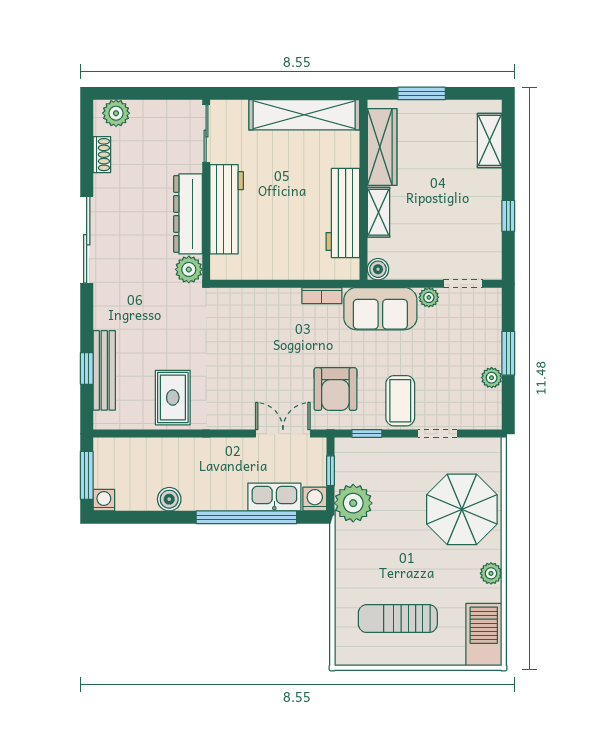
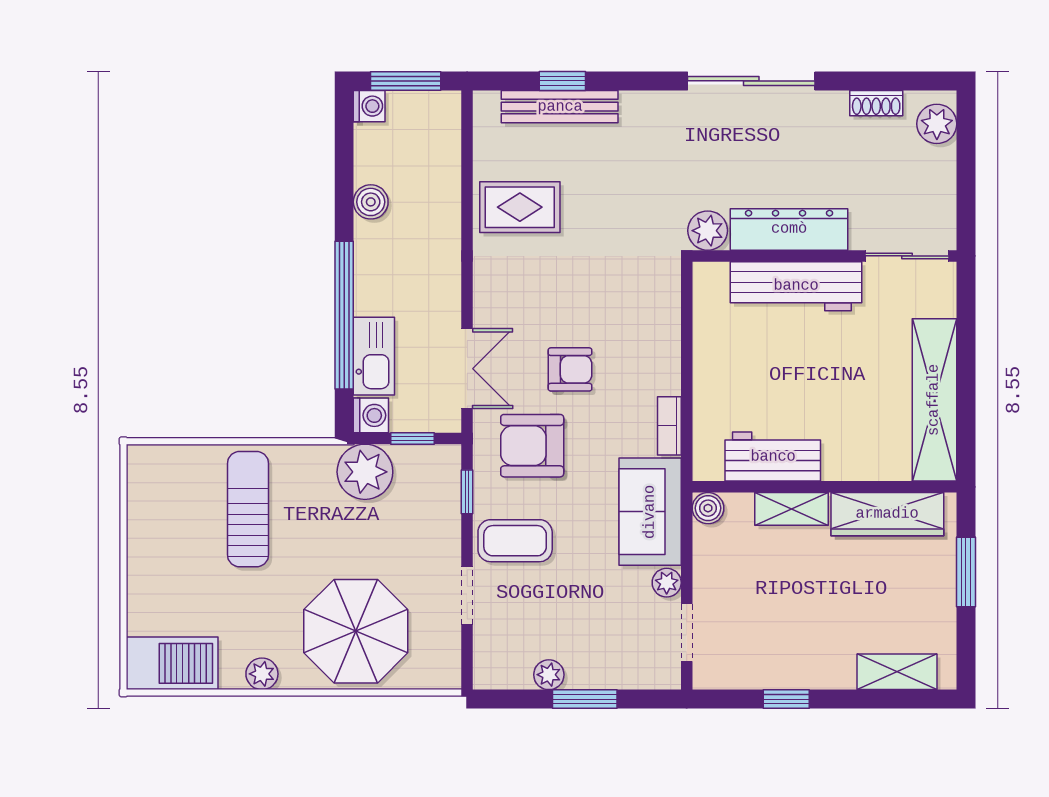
workbench: (343, 213) -> (773, 457), width x0.73
armchair: (283, 363) -> (570, 369), added
sun lounger: (398, 619) -> (248, 509), moved

